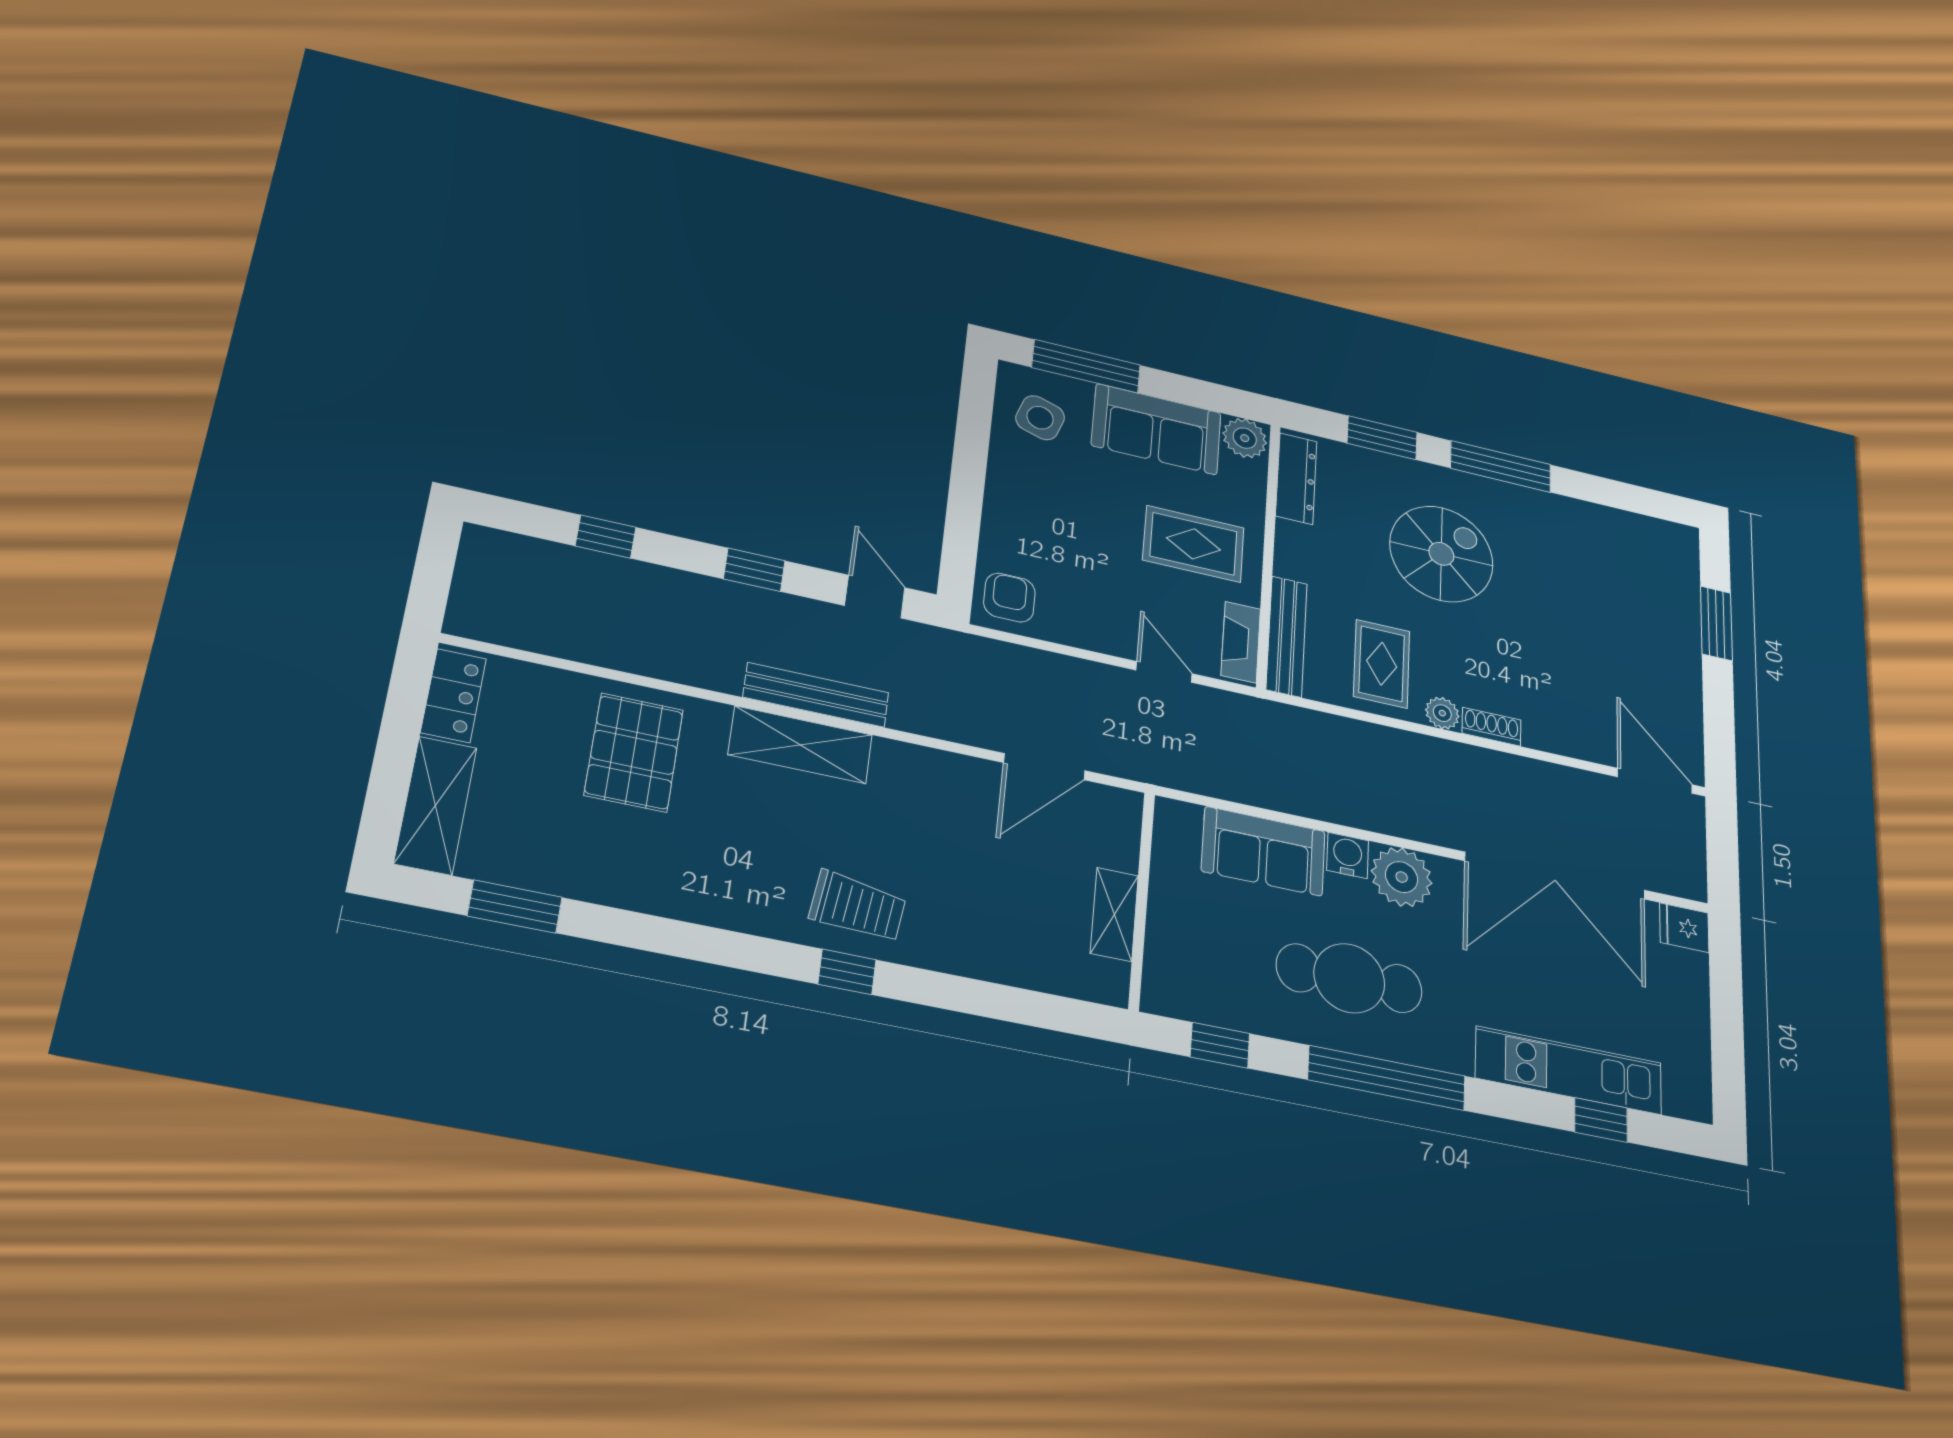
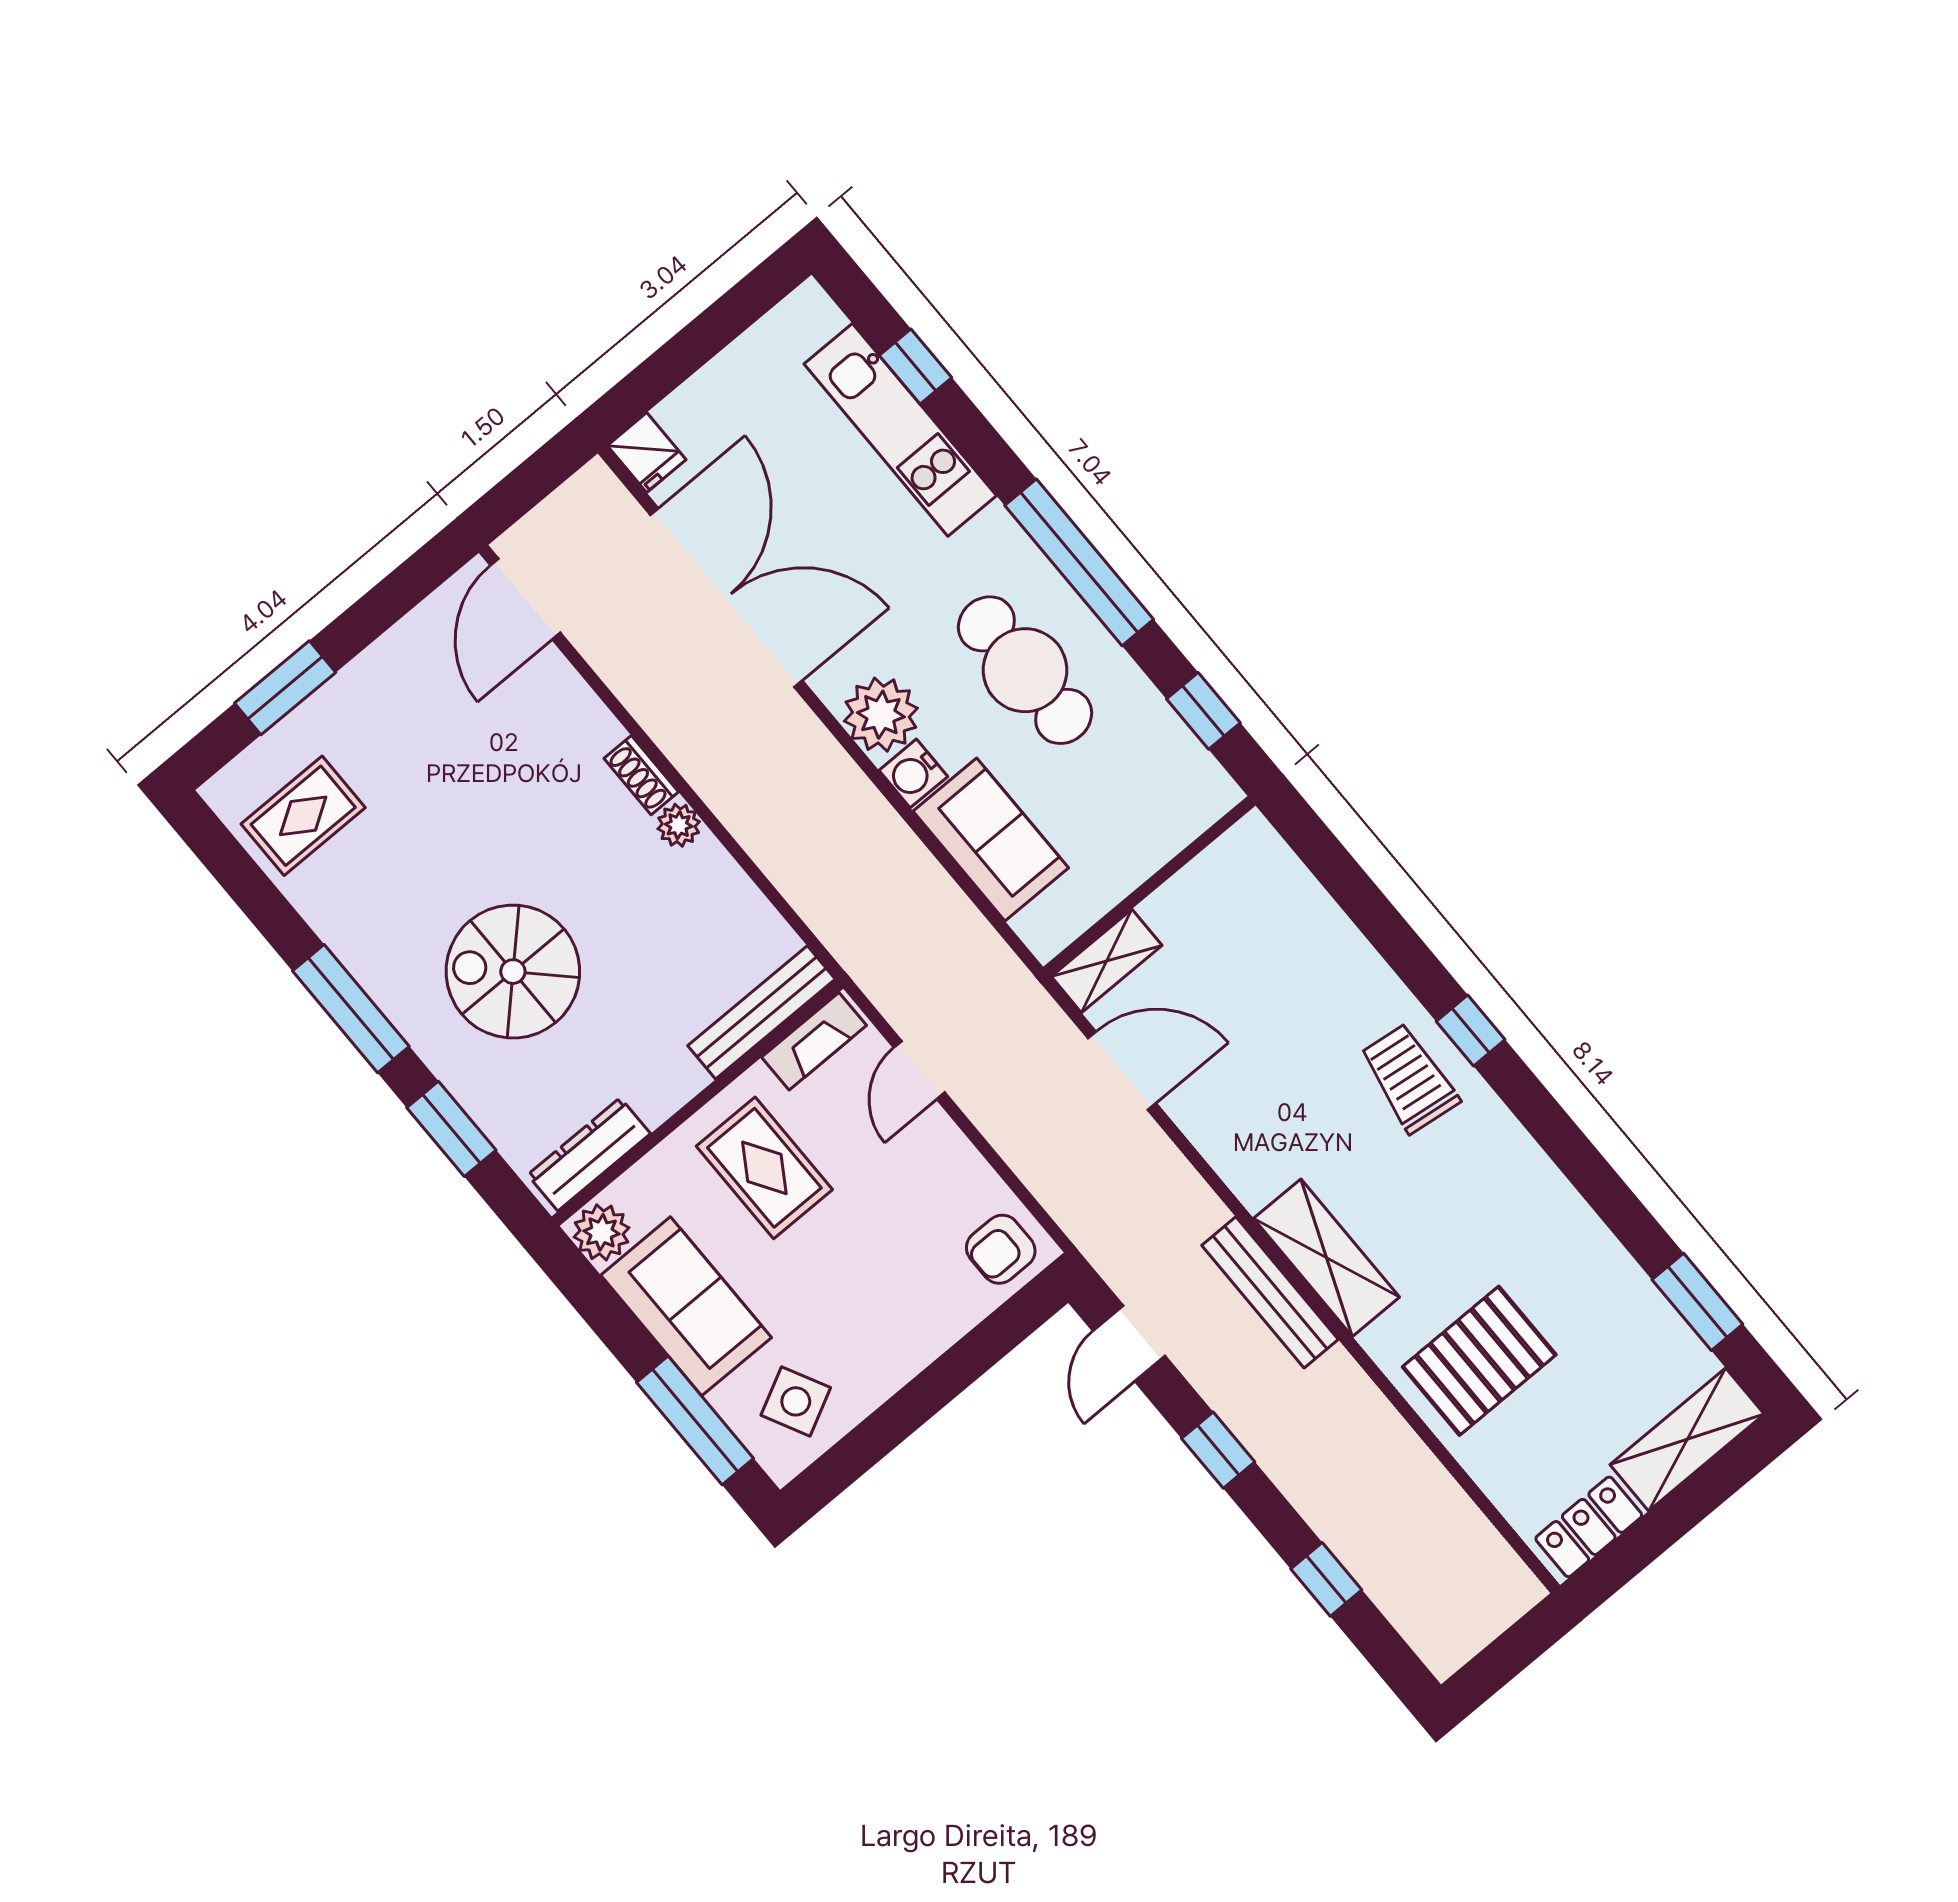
side table: (1040, 418) -> (796, 1401), turned 45
rug: (1382, 664) -> (303, 816), moved
shelving: (1114, 914) -> (1107, 961), moved

